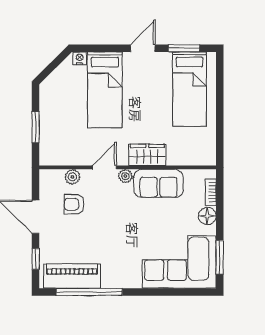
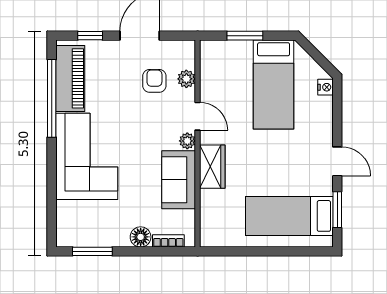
bed: (105, 90) -> (274, 84), moved, turned -90
corner sofa: (179, 262) -> (87, 156), moved

